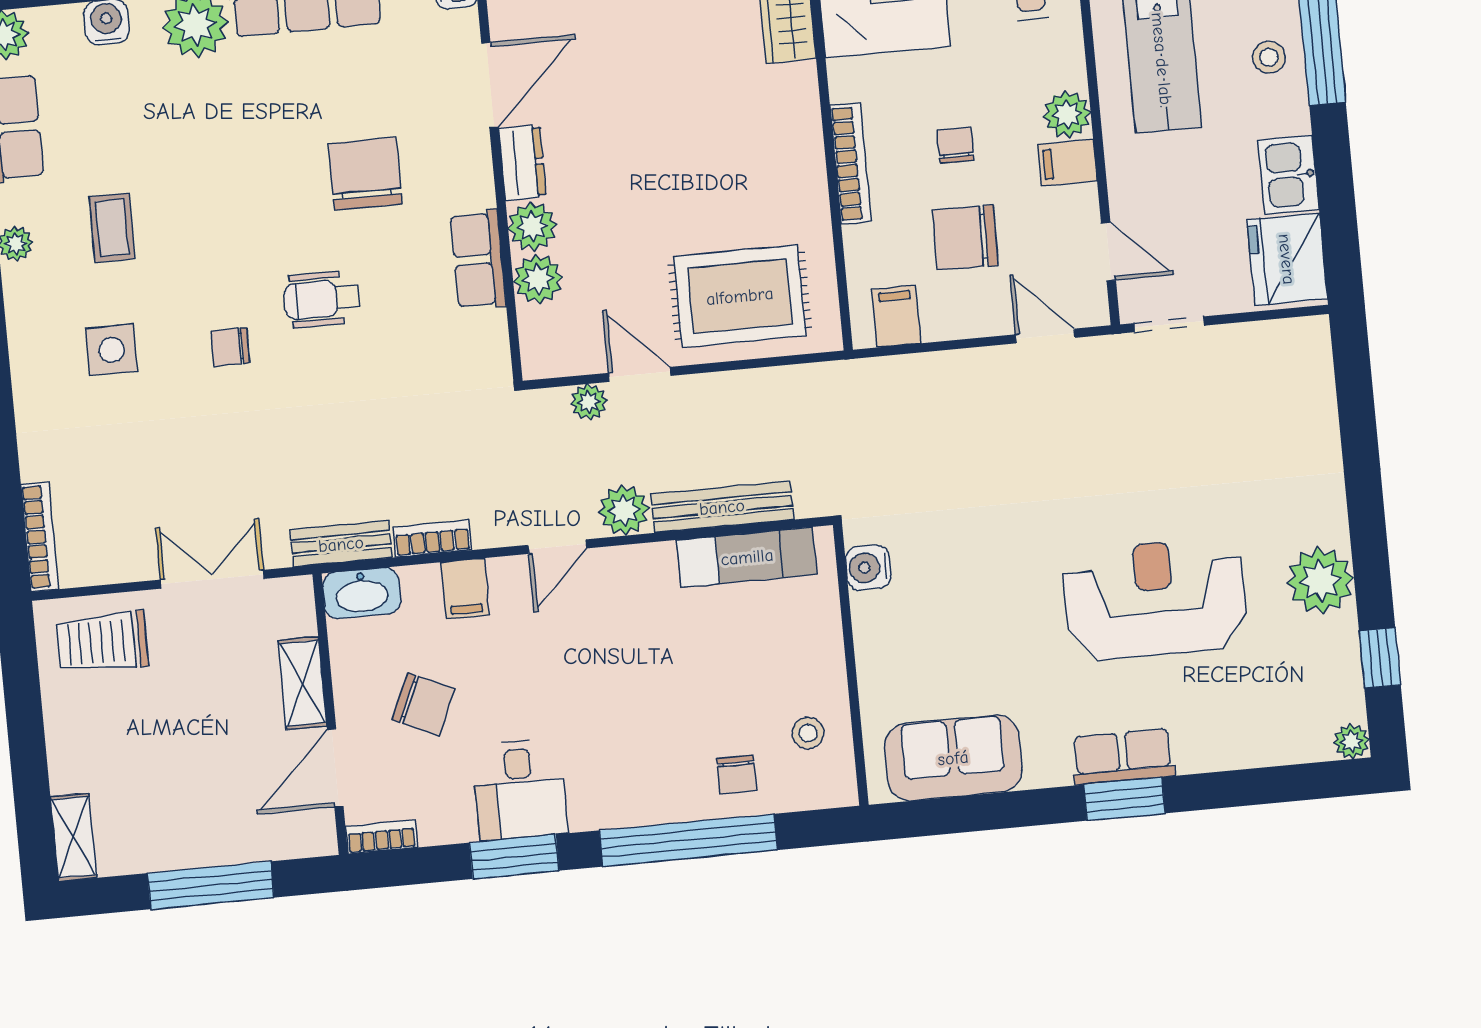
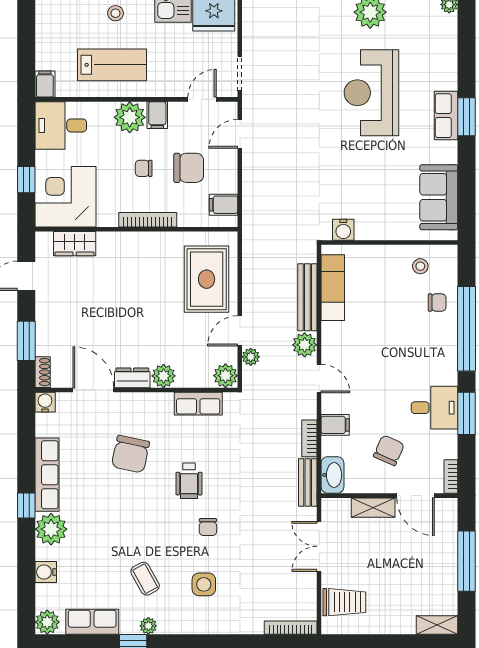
plant: (1067, 114) -> (130, 117), width x1.36, depth x1.36
chair: (365, 174) -> (130, 454), turned -78
coffee table: (112, 228) -> (145, 579), turned 61
chair: (965, 238) -> (189, 168), turned -91
row of seats: (478, 260) -> (198, 404), moved
plant: (538, 279) -> (225, 376), moved
trolley: (102, 642) -> (344, 602), turned -90

